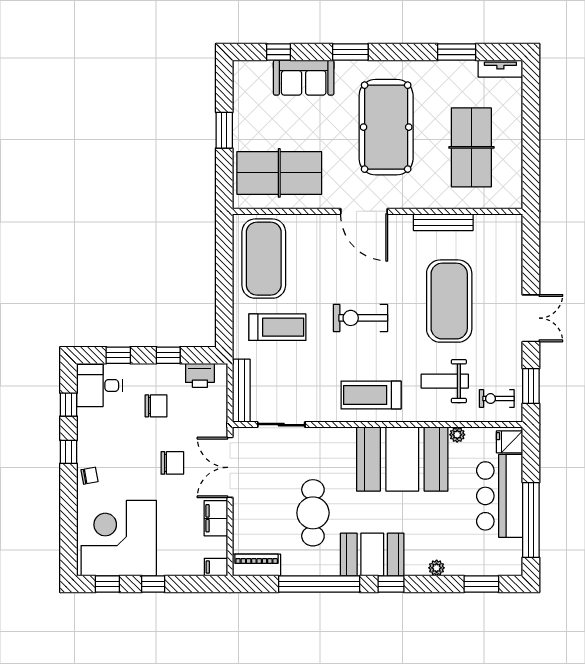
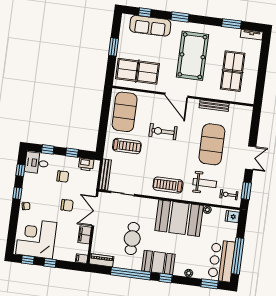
sofa: (304, 78) -> (150, 26), width x1.36
exercise bike: (360, 318) -> (163, 132), moved
weight bench: (445, 381) -> (205, 183), turned 180
bar counter: (500, 496) -> (222, 261), moved

